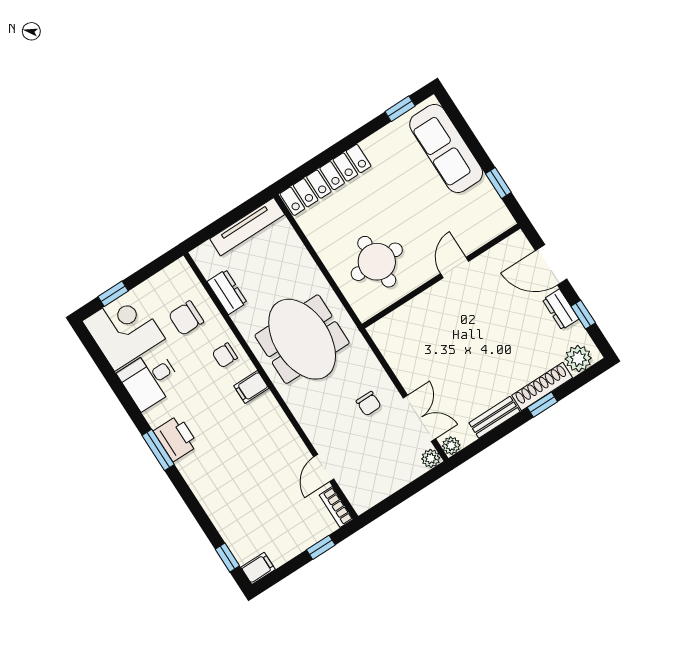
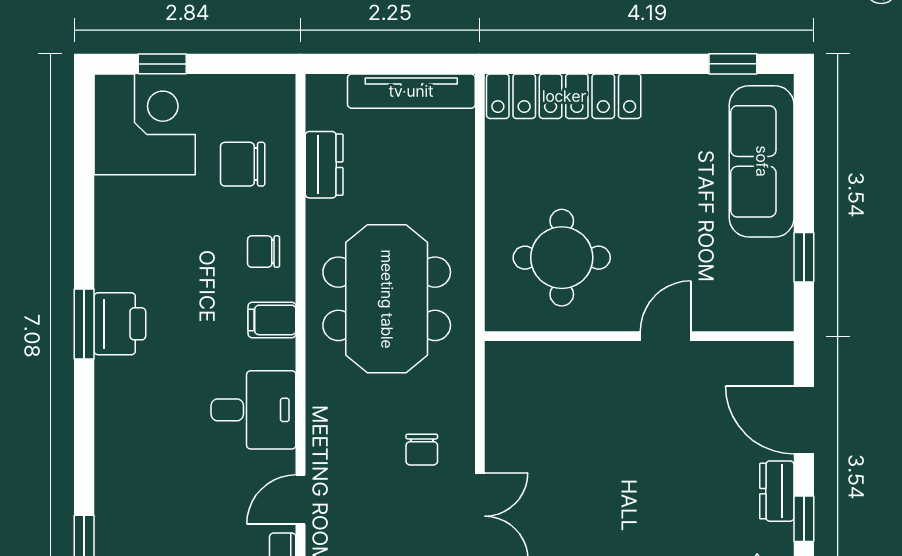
desk: (150, 379) -> (253, 410), moved, turned 180

